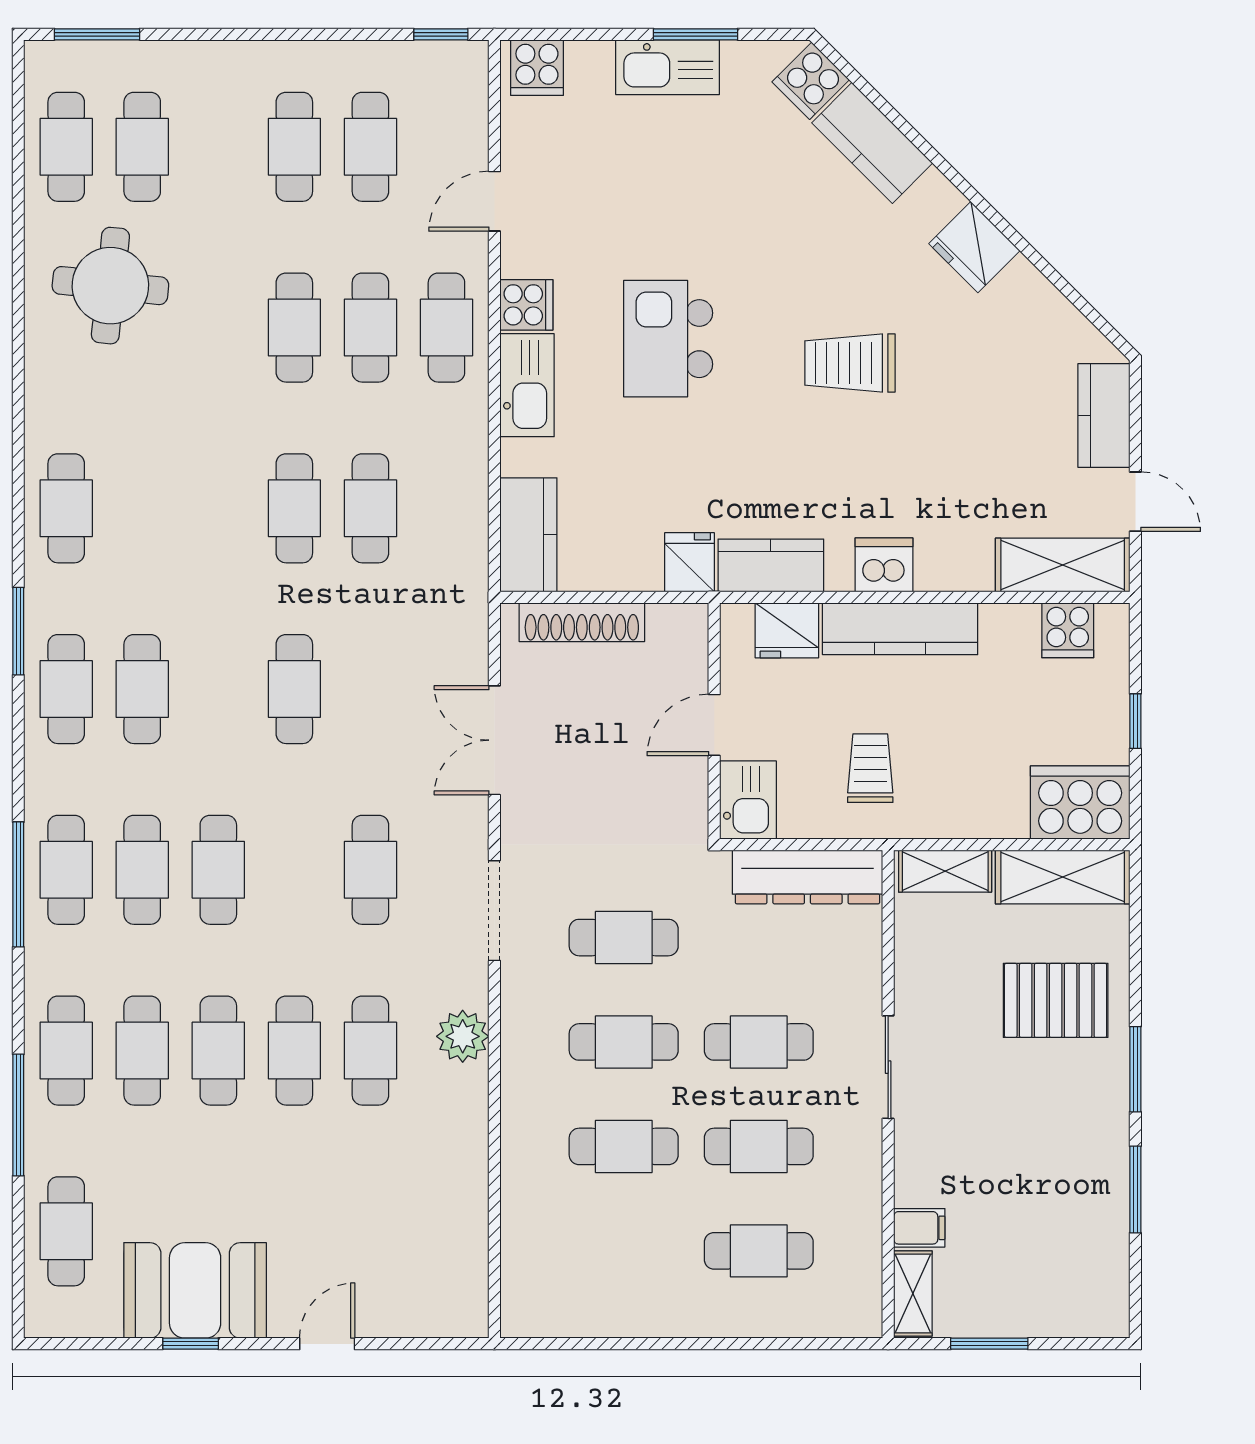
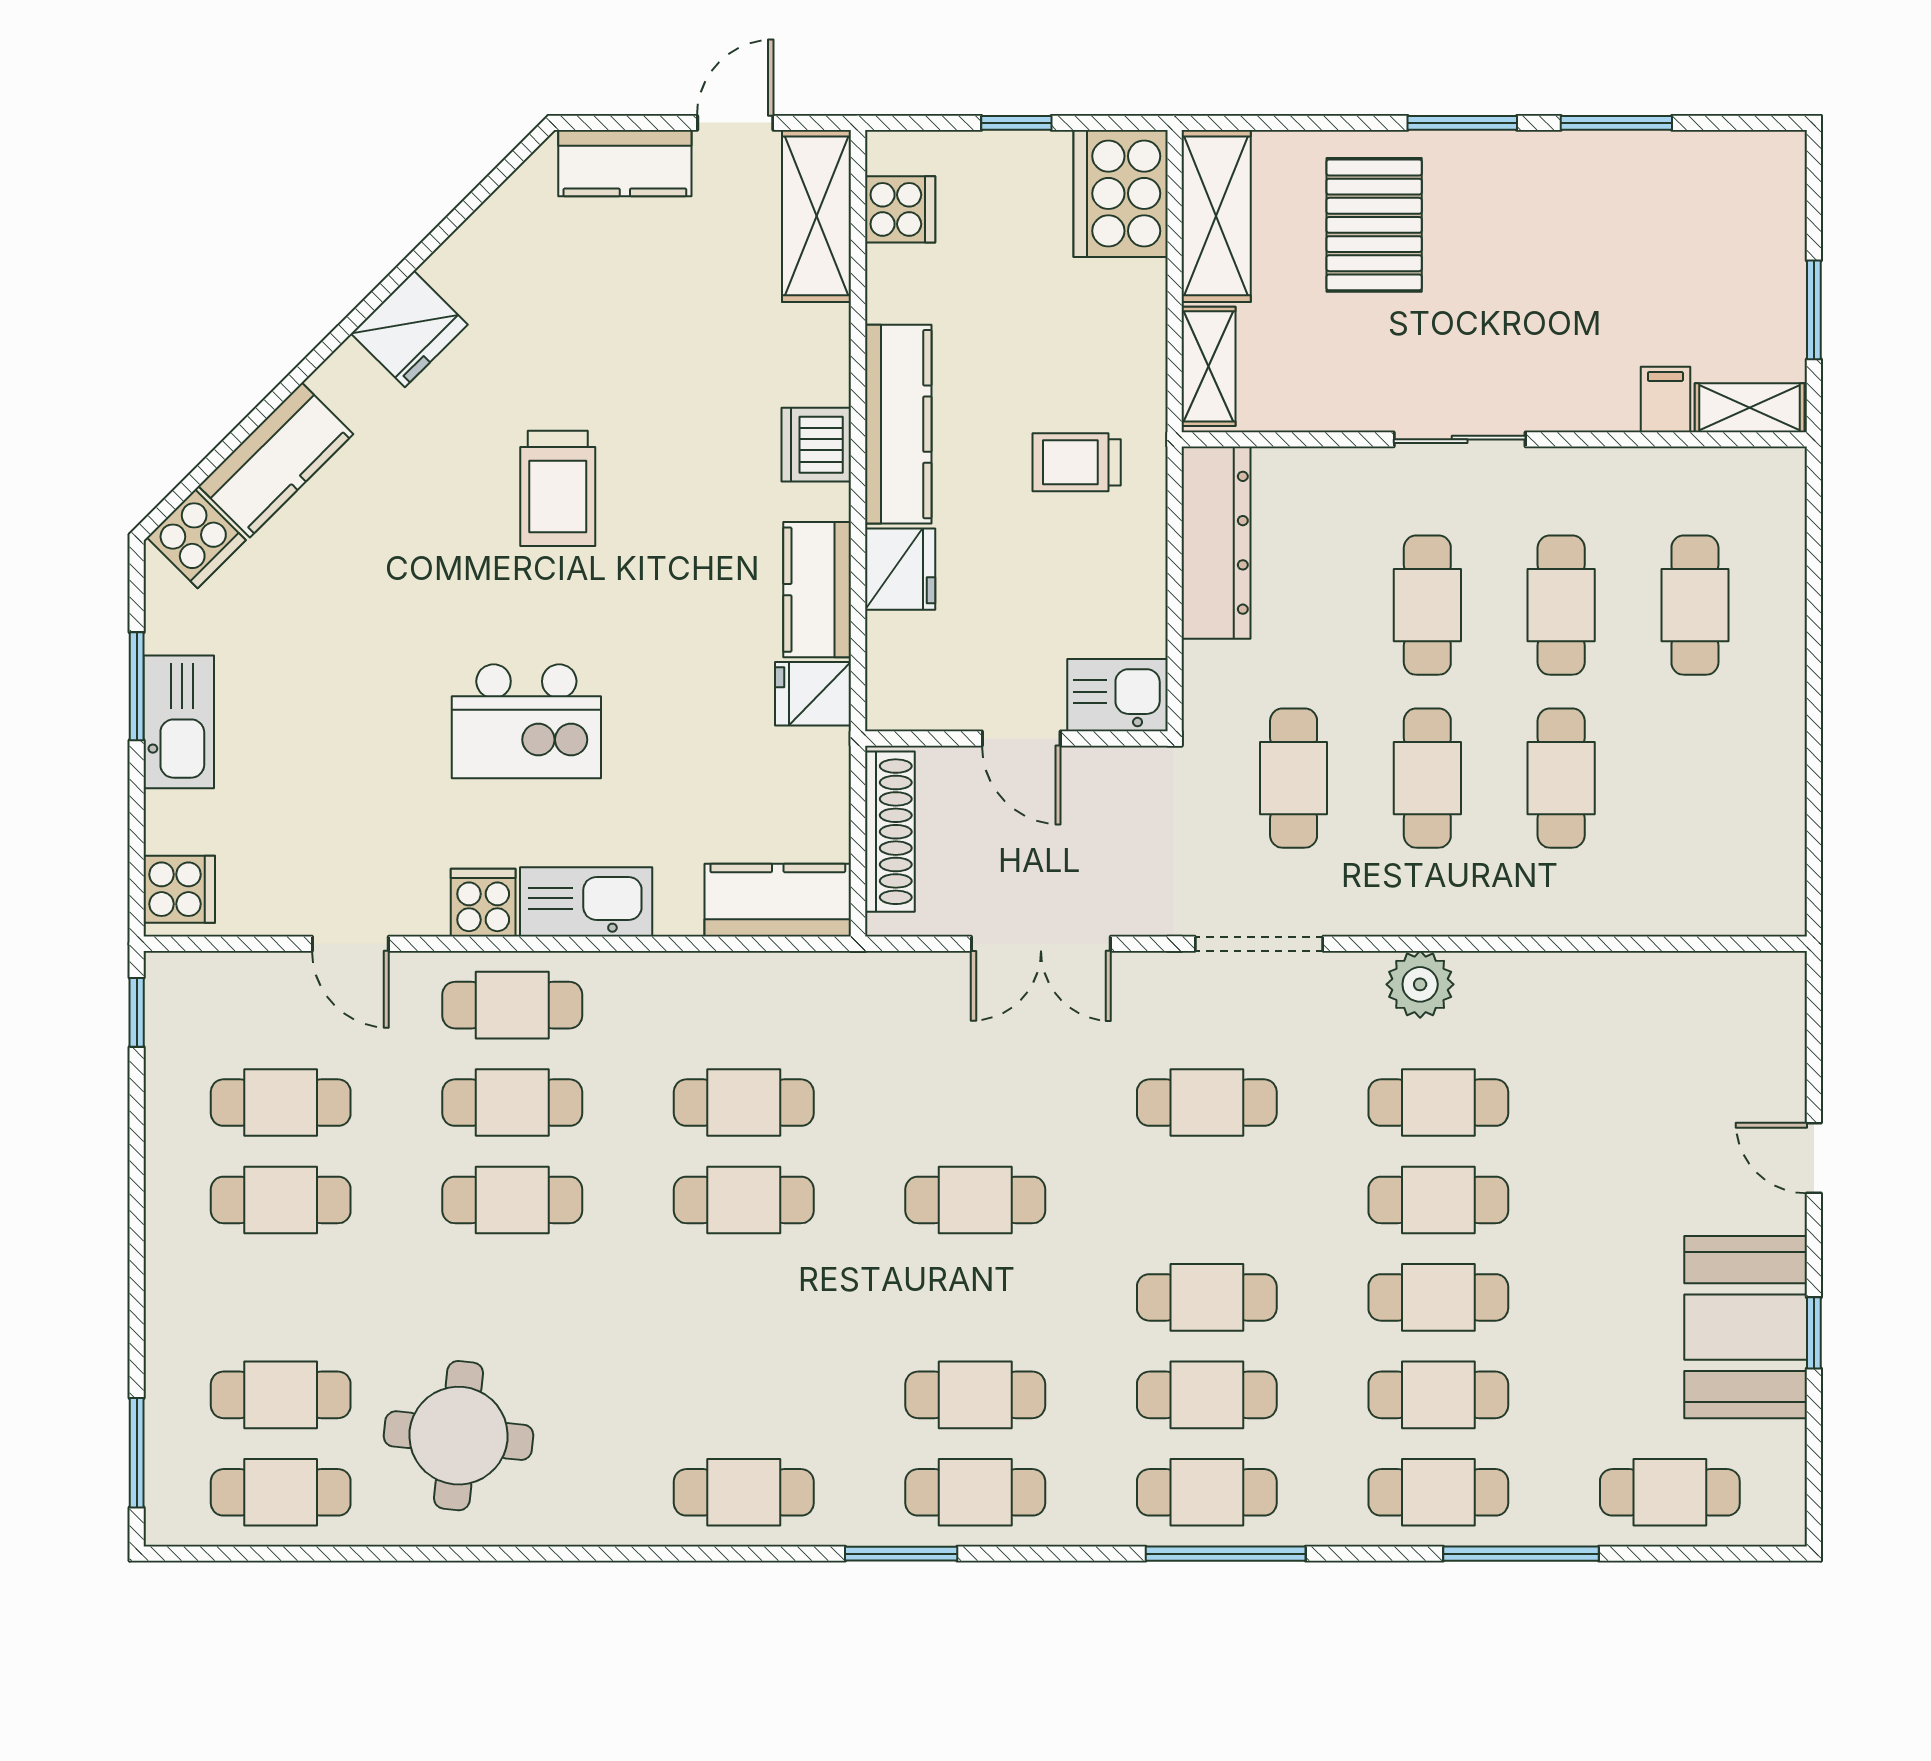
wall: (714, 721) -> (1016, 739), moved
door: (714, 725) -> (1021, 739), moved
kitchen sink: (748, 800) -> (1118, 695), moved

